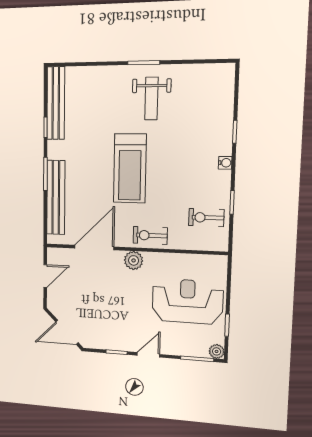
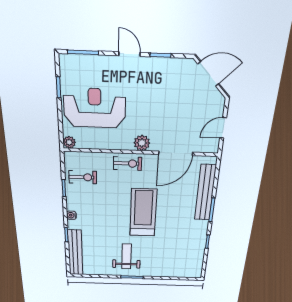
bench: (56, 103) -> (75, 253), moved
reception desk: (187, 301) -> (95, 108), turned 180
plant: (217, 351) -> (69, 142), moved
door: (148, 355) -> (130, 54), swing flipped

